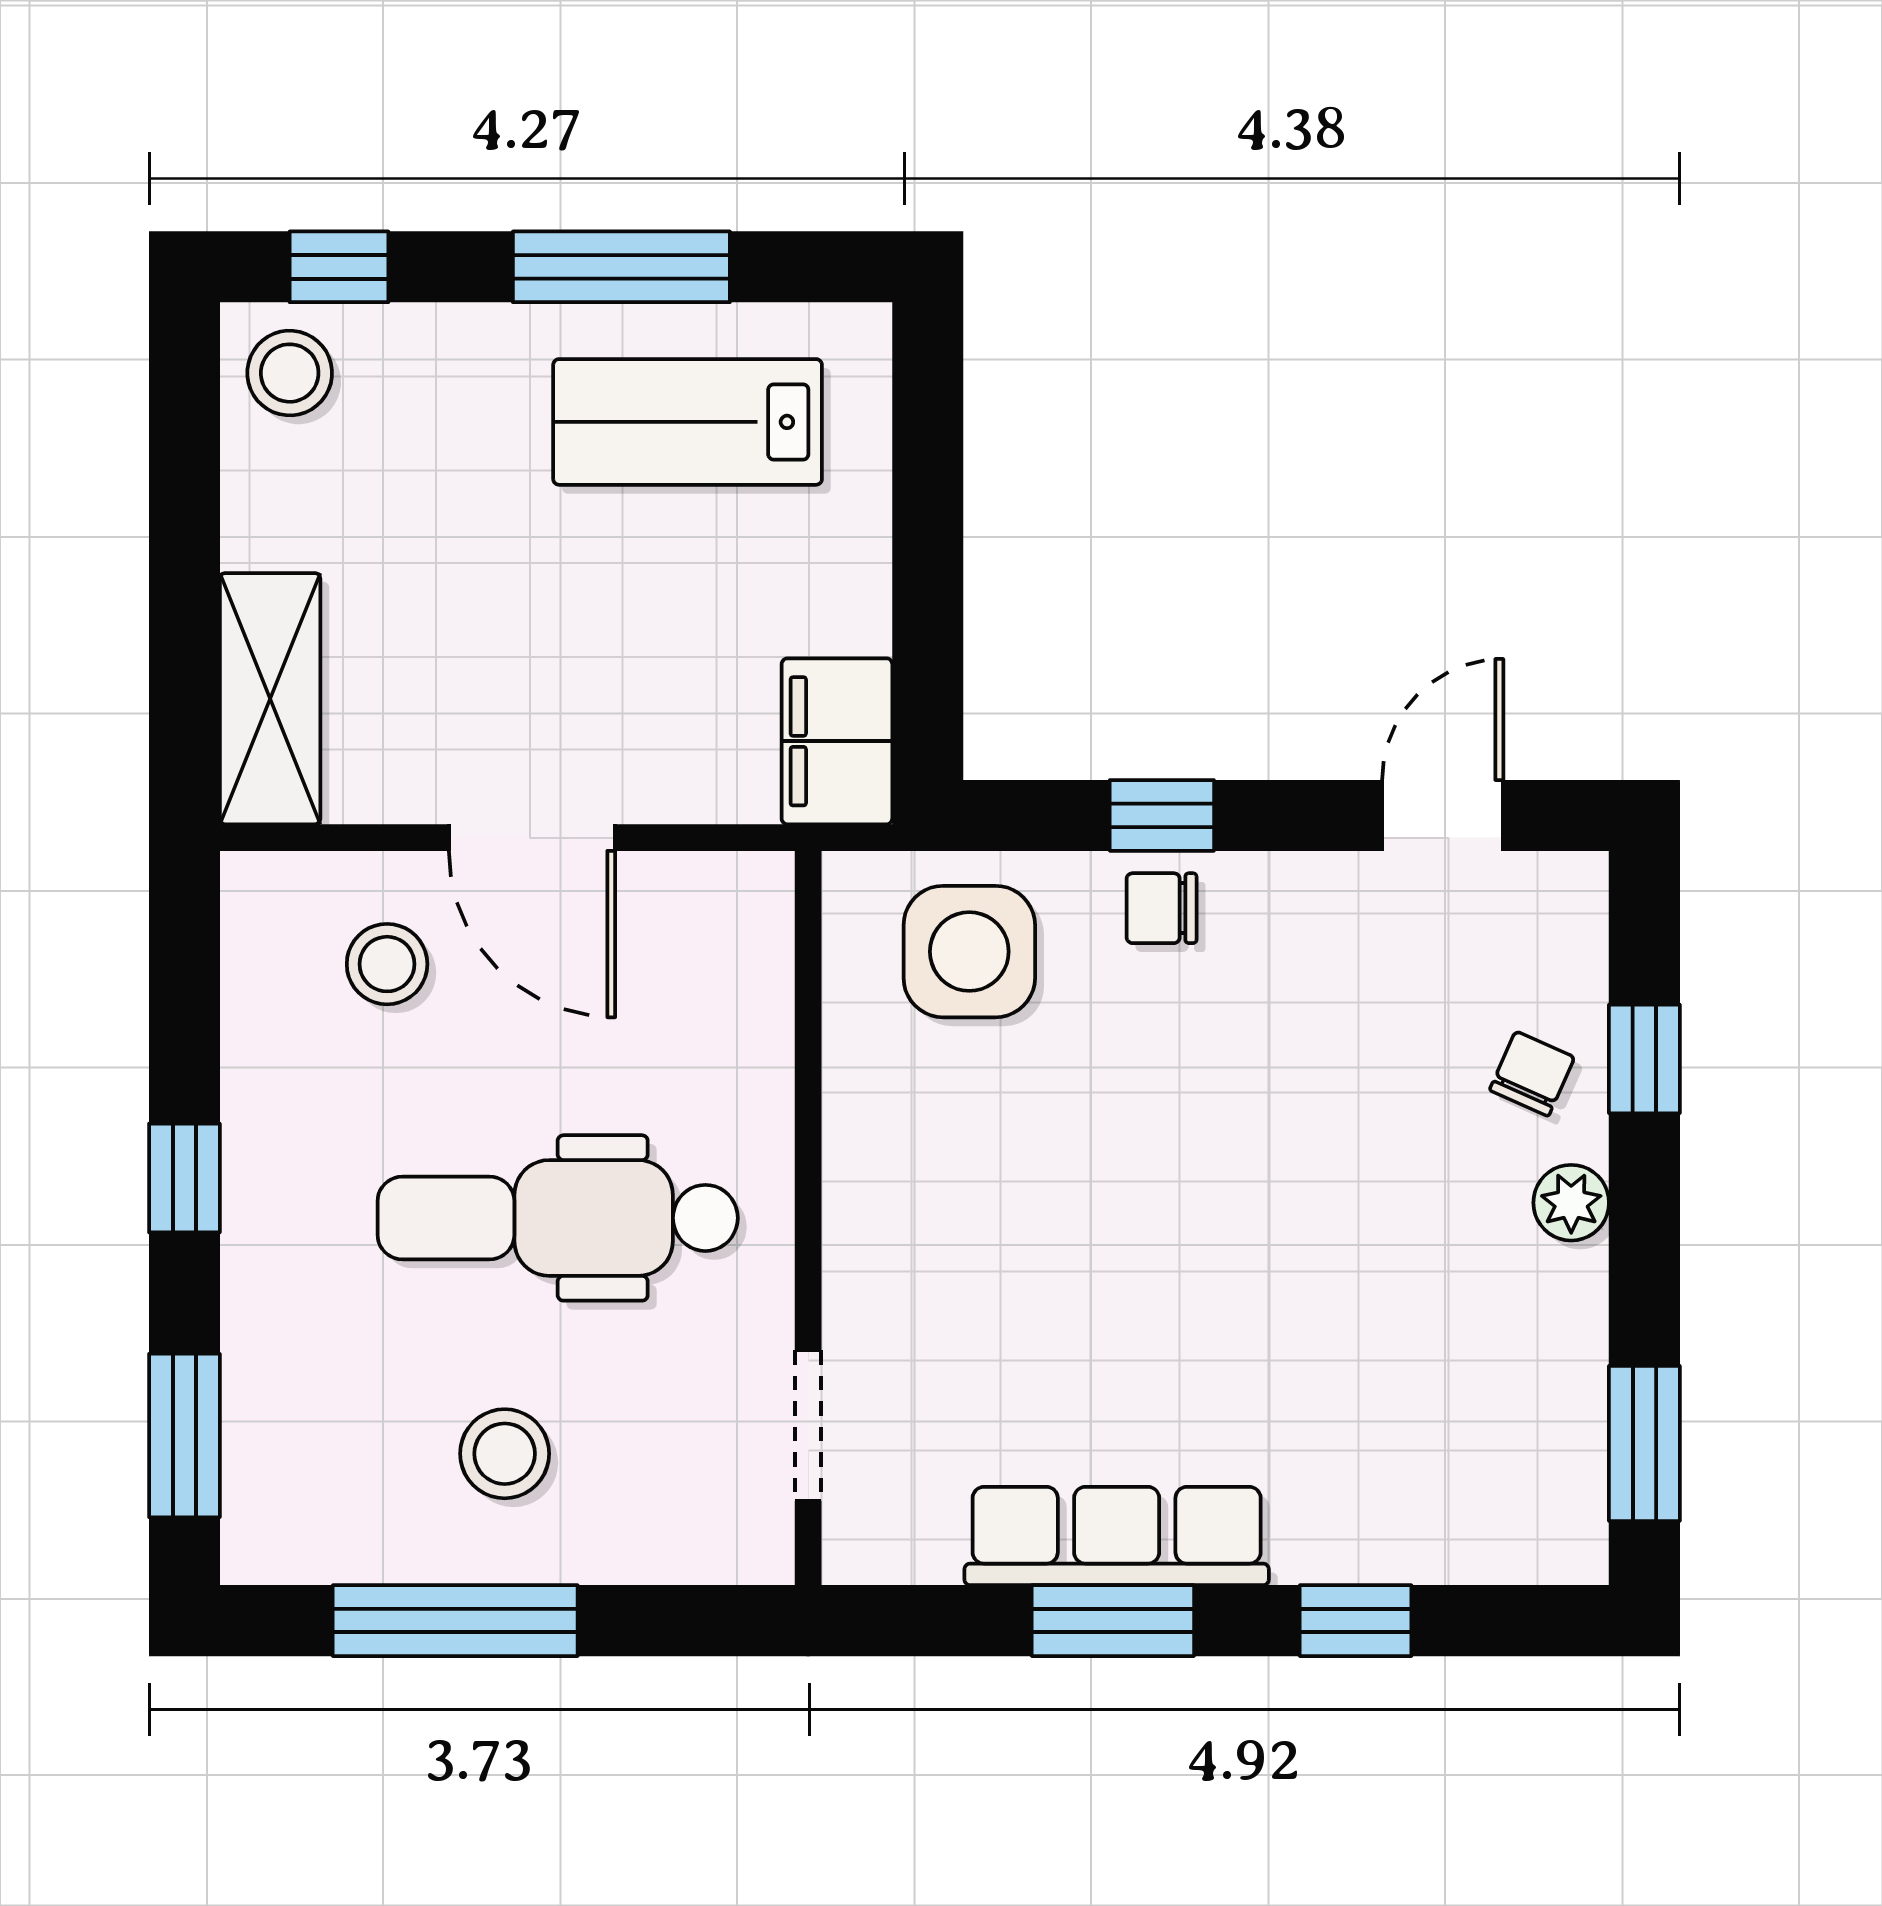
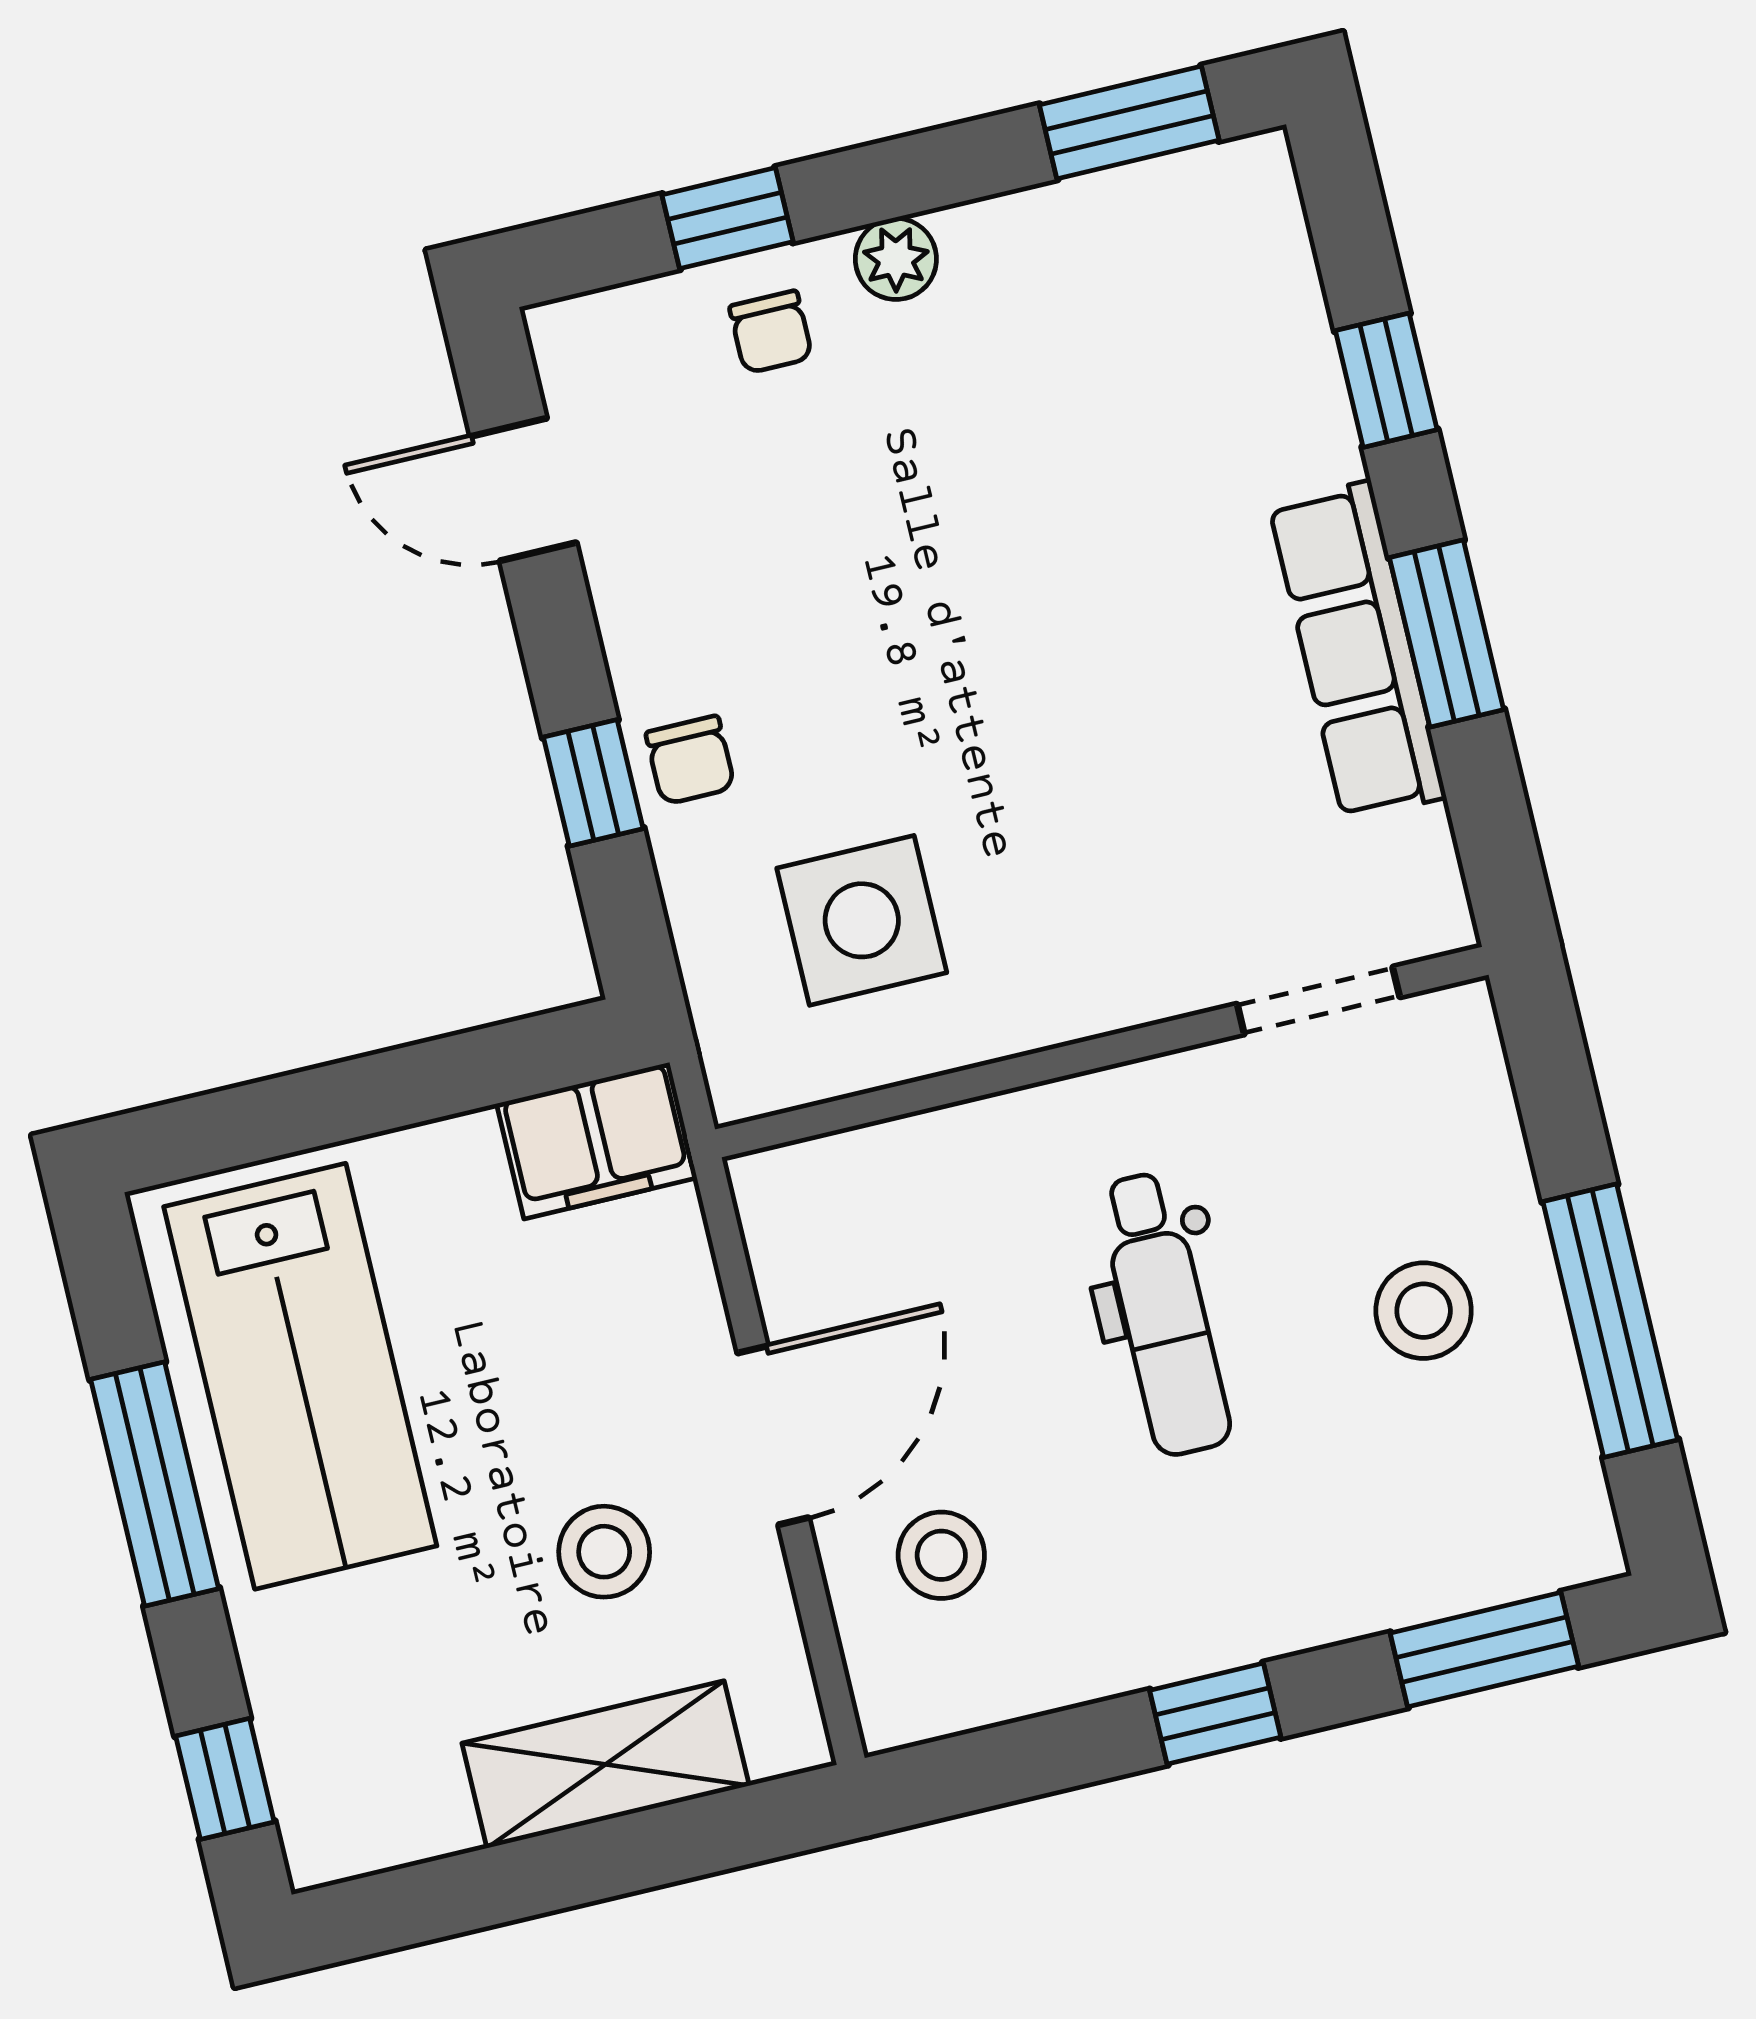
stool: (290, 373) -> (604, 1552), moved
lab bench: (688, 422) -> (300, 1376), width x1.36, depth x1.39
shelving: (270, 699) -> (606, 1764), moved
side table: (969, 952) -> (862, 920), moved
chair: (1532, 1074) -> (771, 332), turned -114
dental chair: (558, 1218) -> (1164, 1314), width x0.73, depth x0.72

